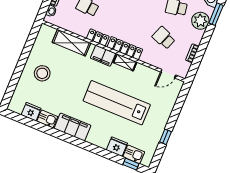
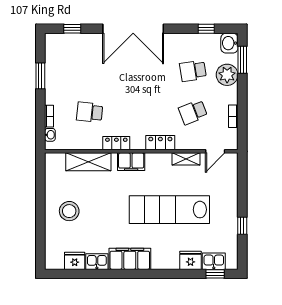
school desk: (164, 38) -> (193, 112), turned -42
locker: (125, 48) -> (160, 143), width x0.66
shelving: (125, 62) -> (186, 159), moved

